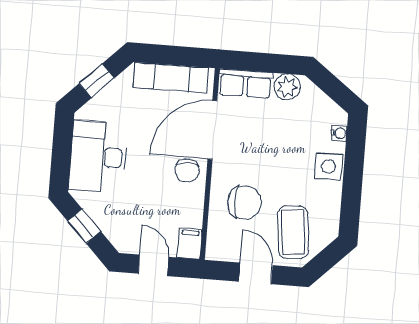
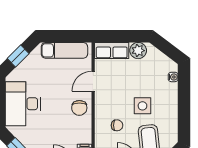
door: (212, 130) -> (93, 81), width x0.53
side table: (328, 166) -> (142, 106), moved
chair: (244, 203) -> (117, 125), width x0.54, depth x0.54

